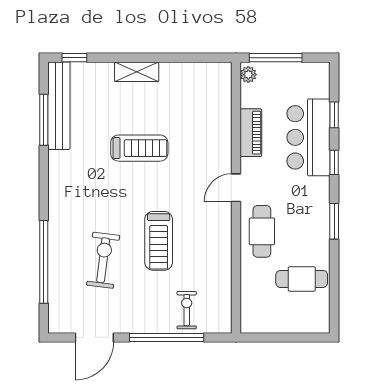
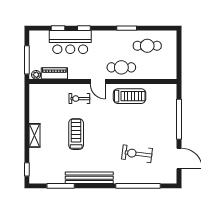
bench: (59, 106) -> (89, 178), moved
piano: (251, 133) -> (54, 73), moved
window: (334, 221) -> (127, 28), moved
treadmill: (159, 241) -> (130, 96), moved
cafe table: (302, 279) -> (147, 46), turned 90
exercise bike: (187, 310) -> (79, 99), moved

